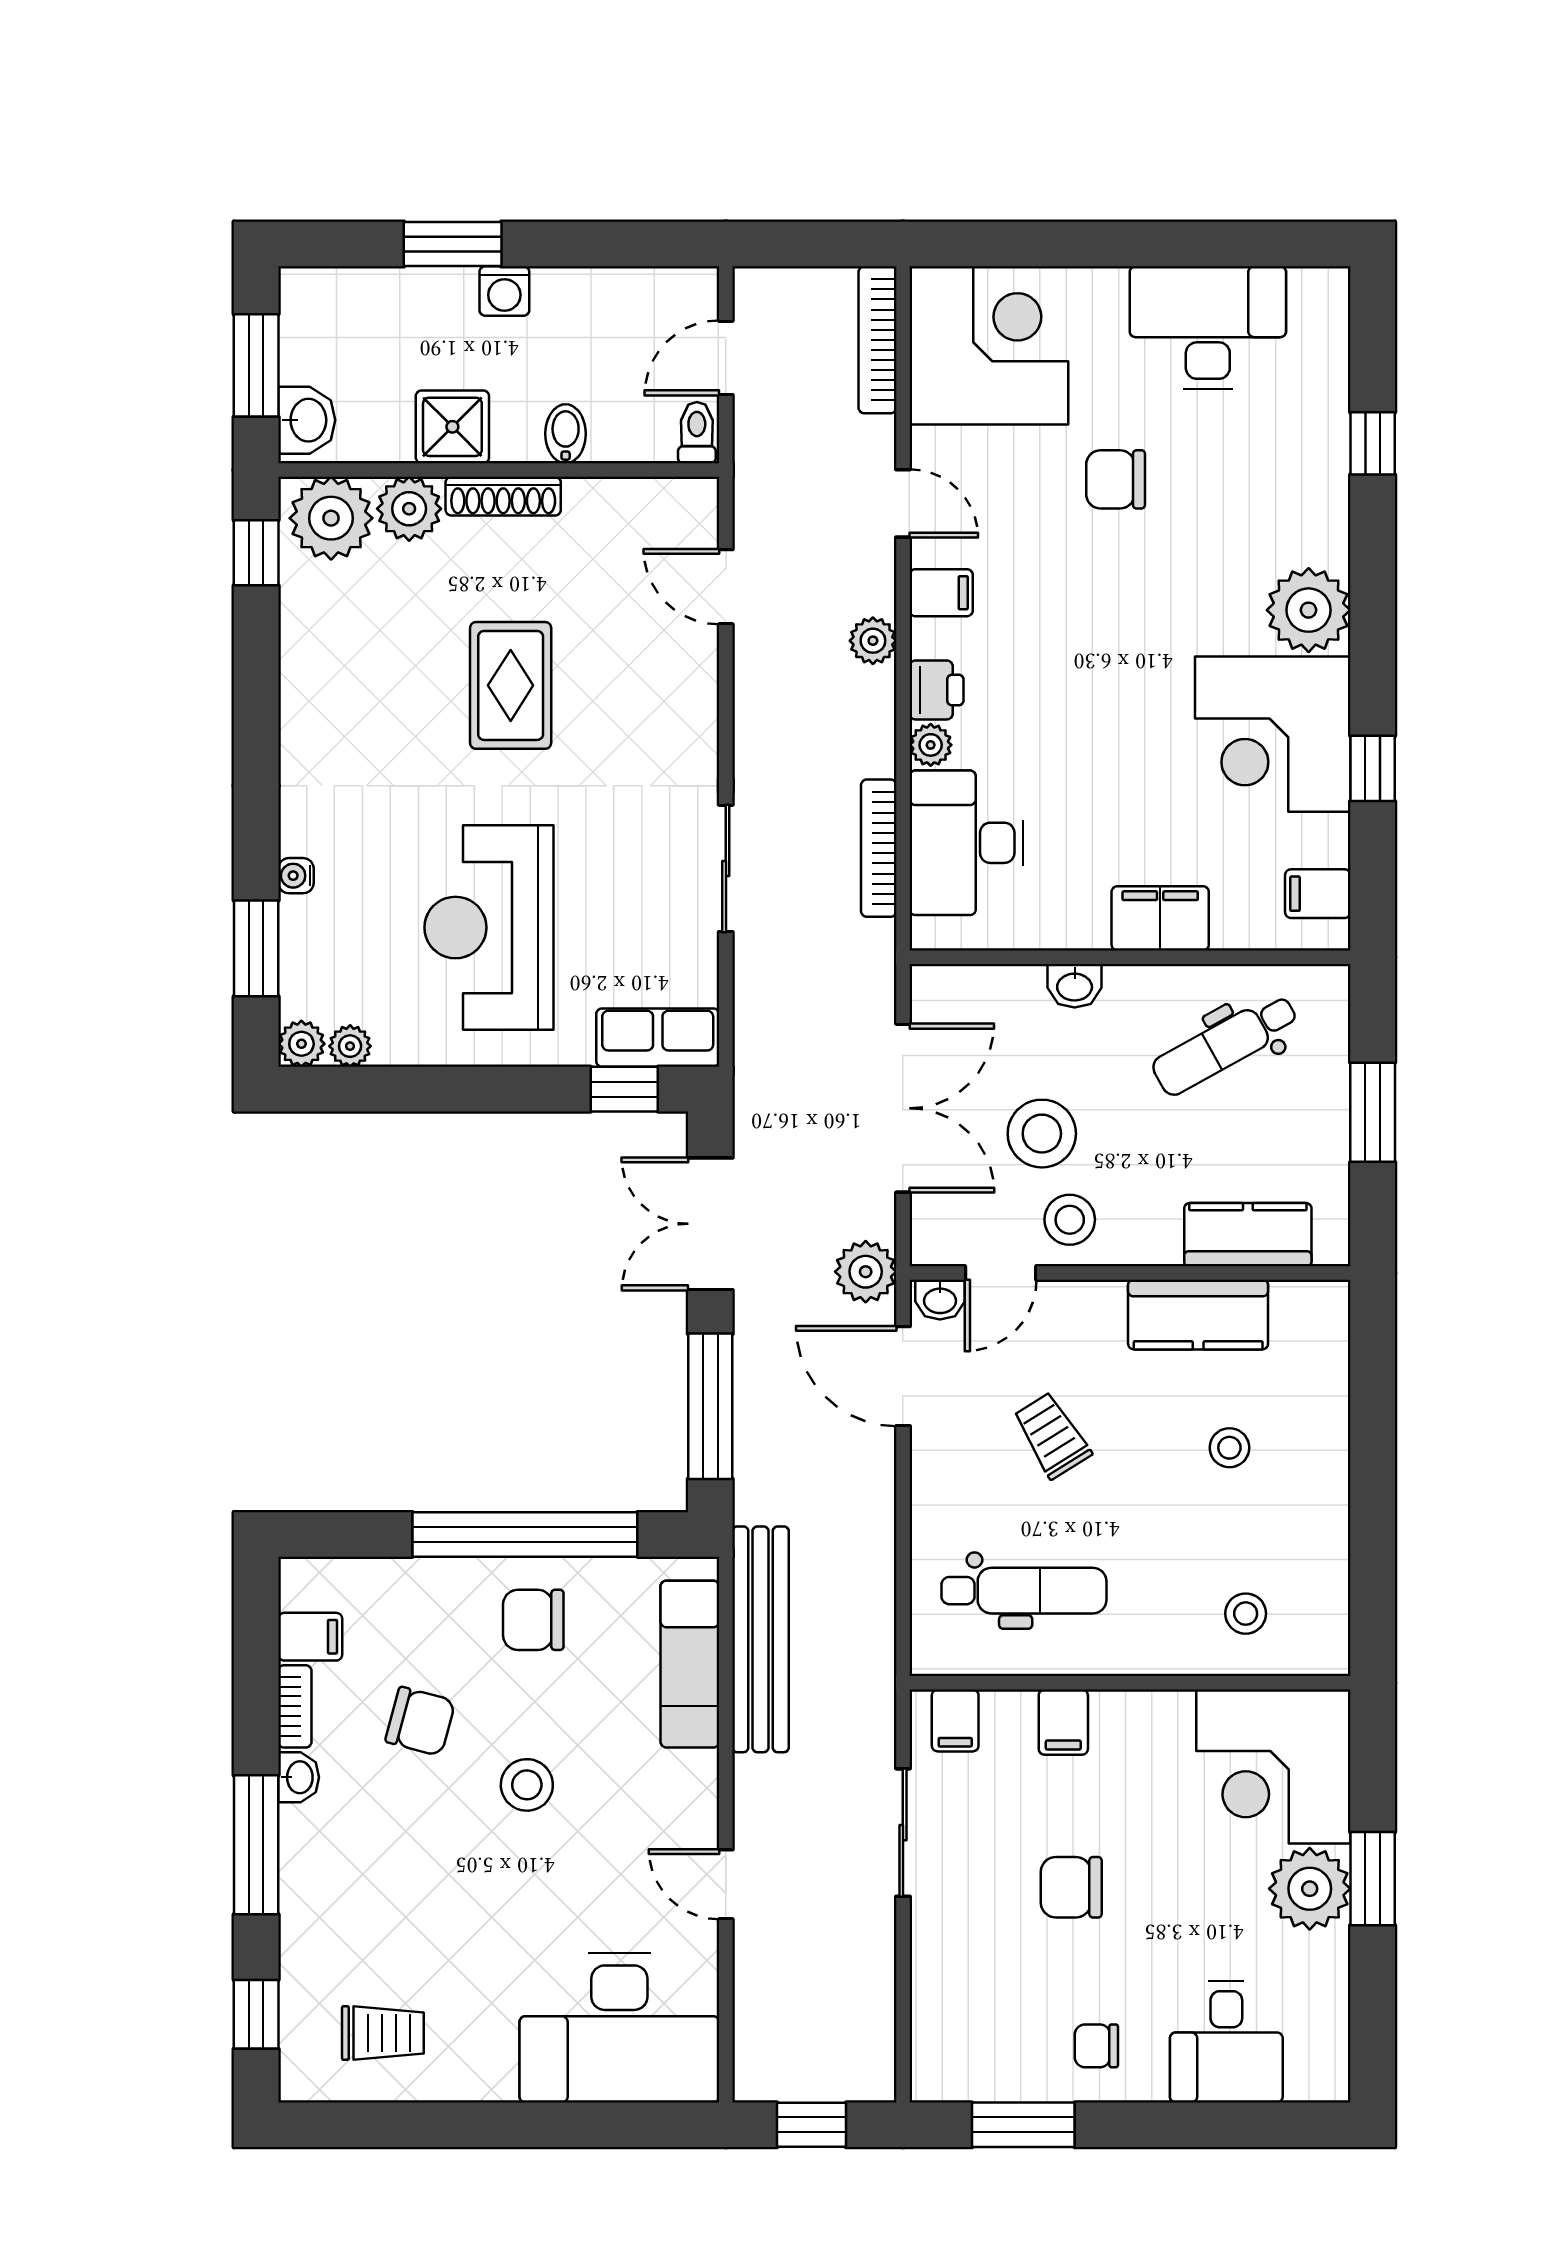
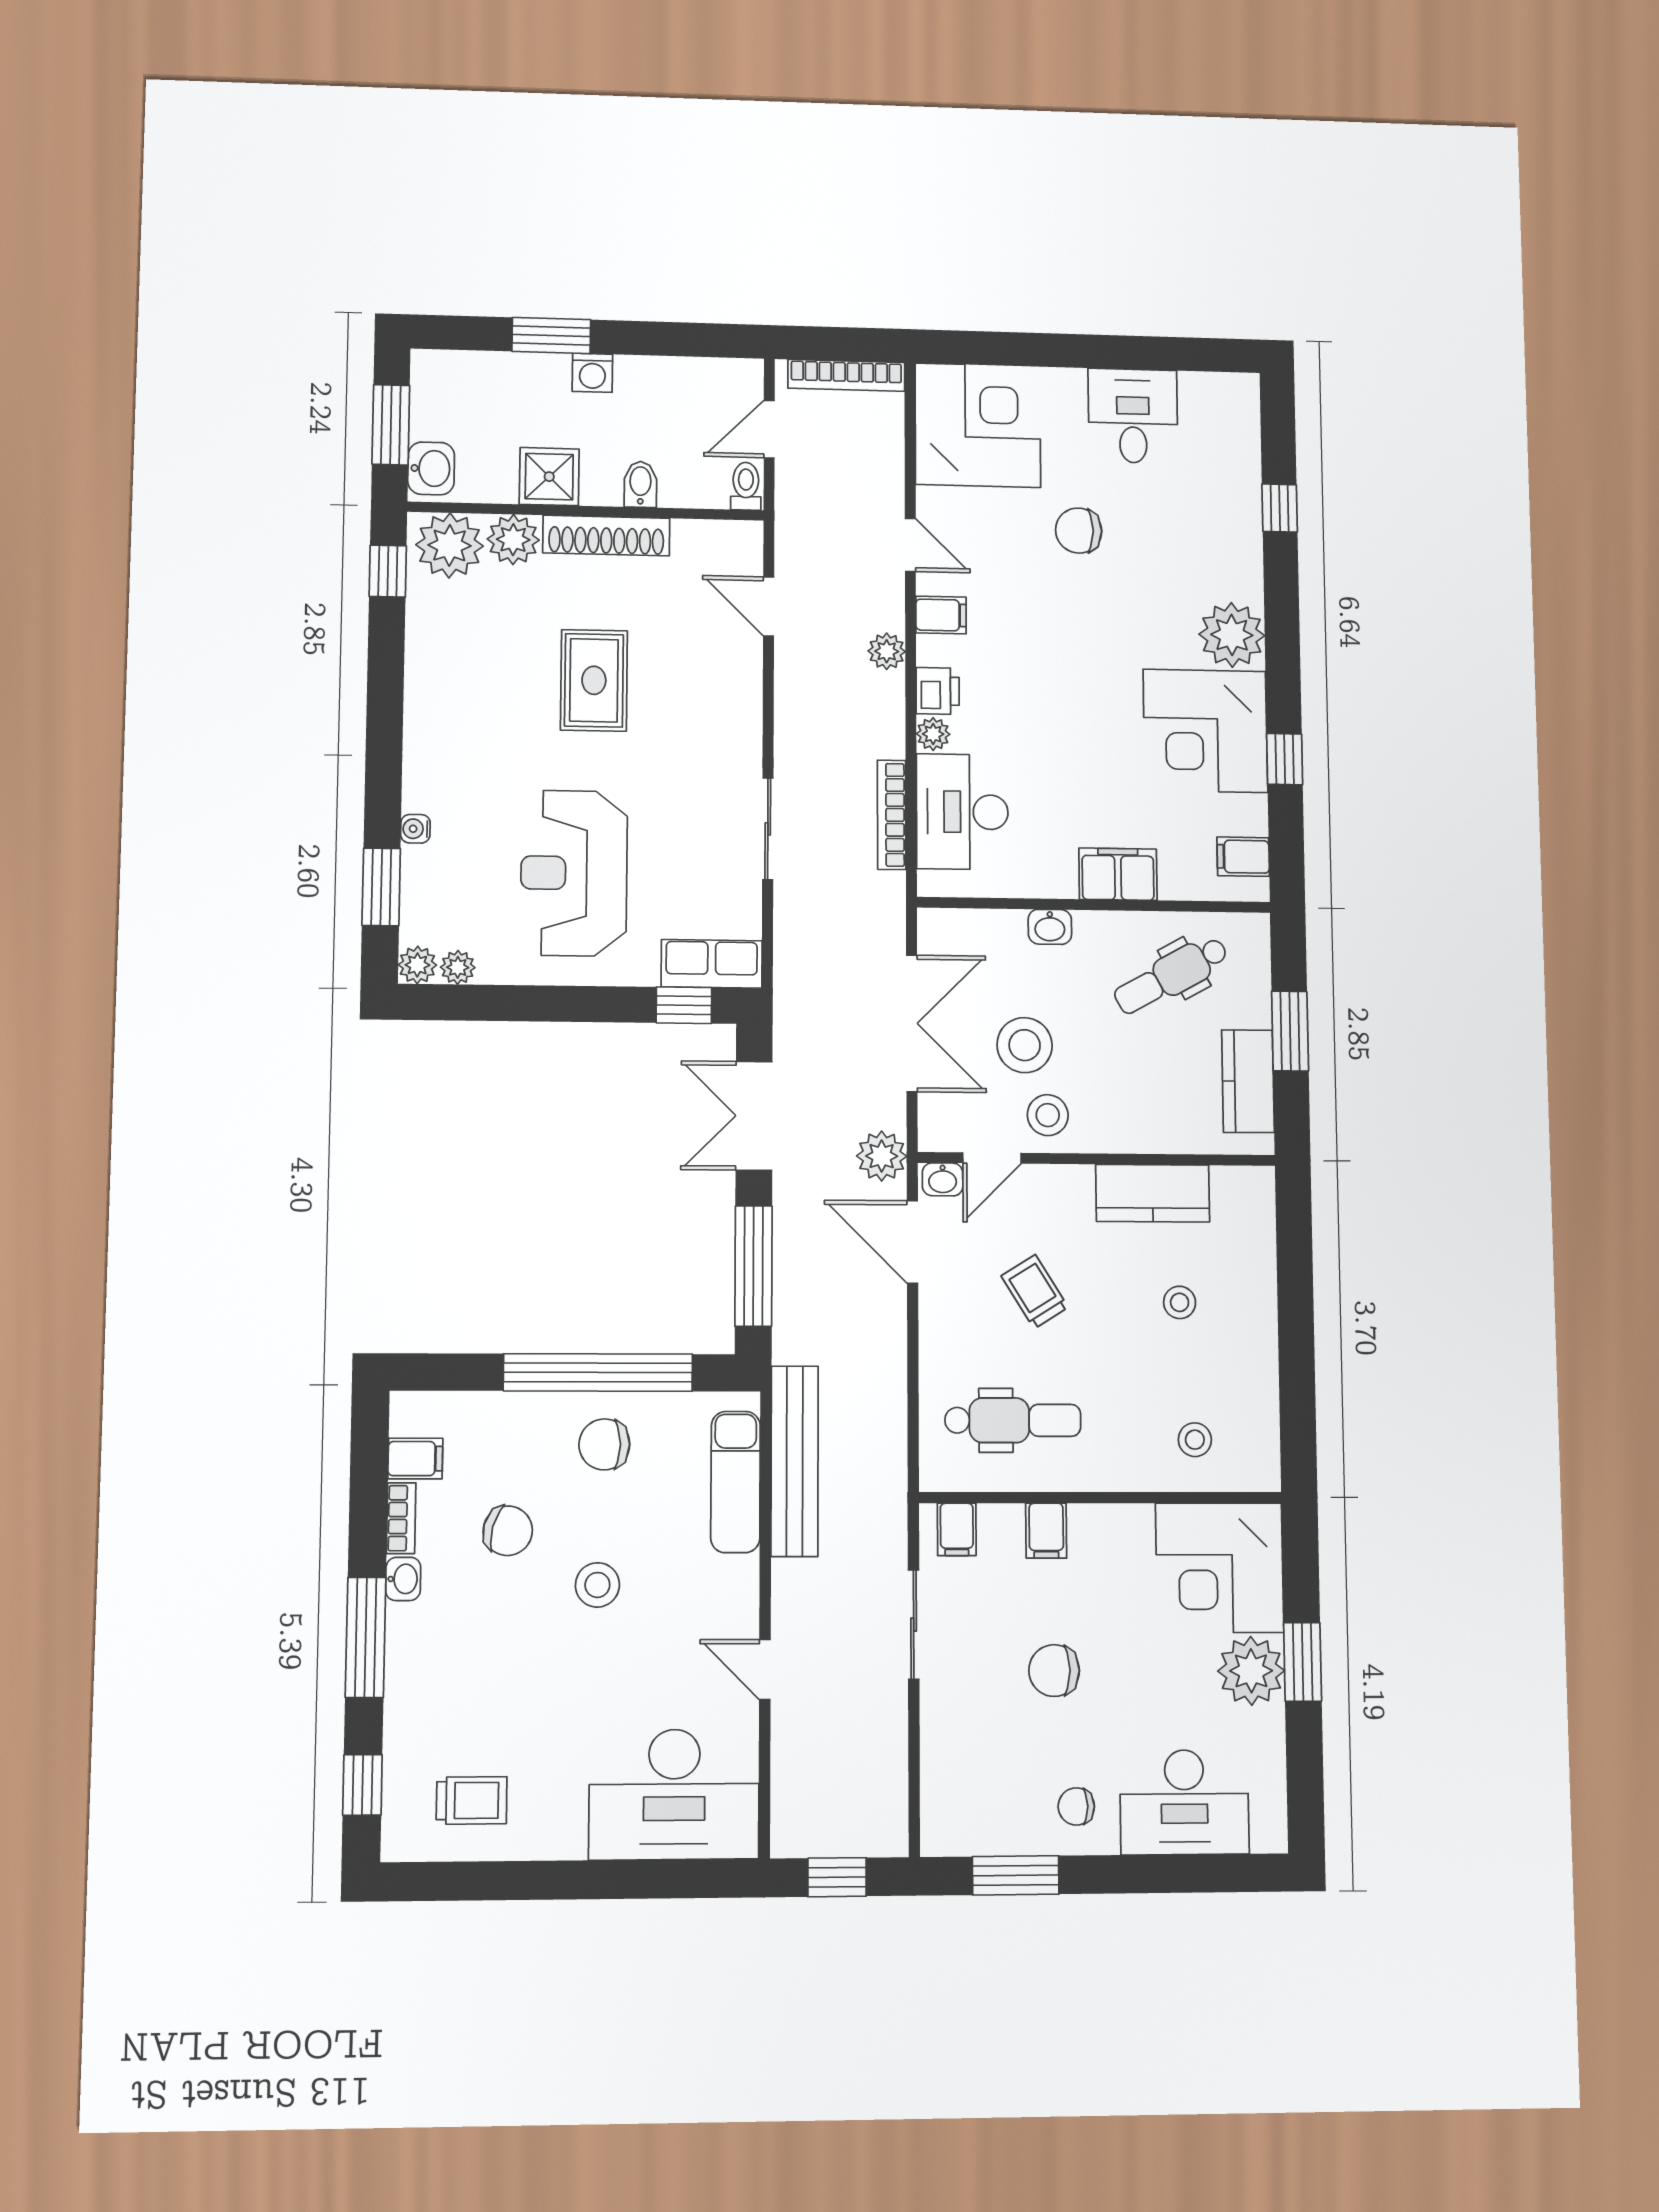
desk: (1208, 327) -> (1133, 416), width x0.73
bookcase: (877, 340) -> (846, 375), moved, turned -90
shoe rack: (503, 496) -> (606, 536), width x1.36, depth x1.24
kitchen counter: (1248, 1235) -> (1248, 1081), moved, turned -90
desk: (1226, 2042) -> (1184, 1802), width x1.37

